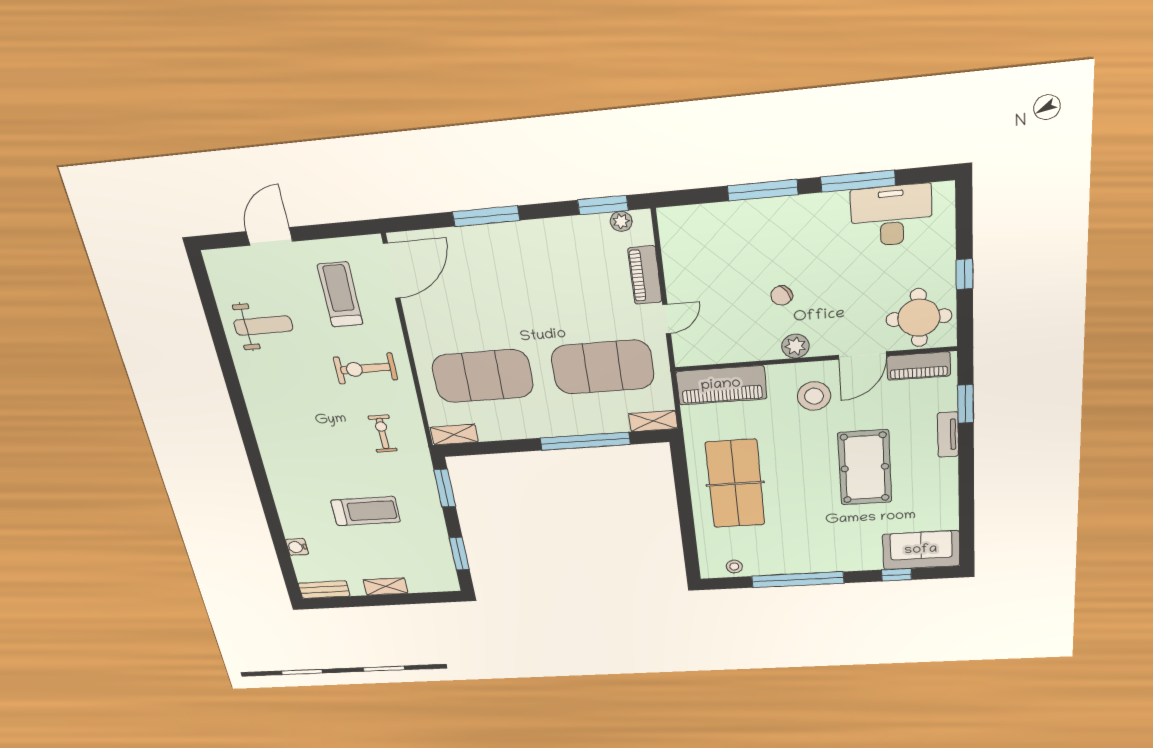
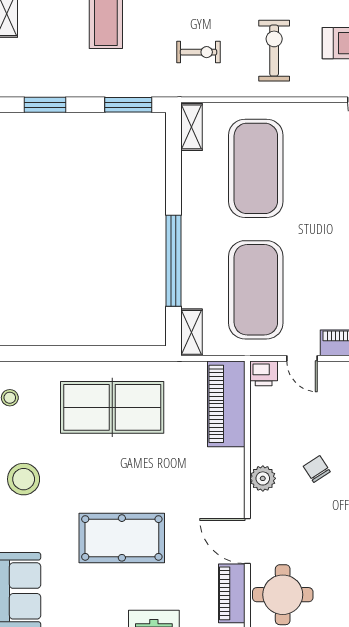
printer: (686, 354) -> (264, 373), added
stool: (814, 396) -> (24, 479), moved

